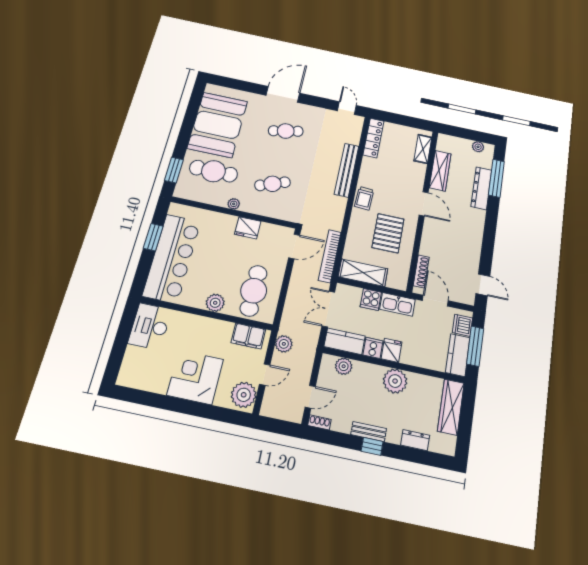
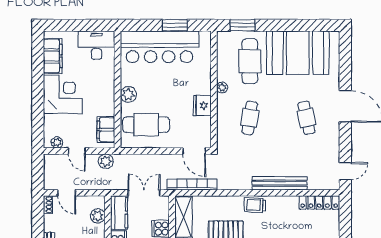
cafe table: (272, 184) -> (250, 118), turned 30
filing cabinet: (147, 380) -> (53, 56), added
plant: (244, 395) -> (57, 143), width x0.53, depth x0.53

